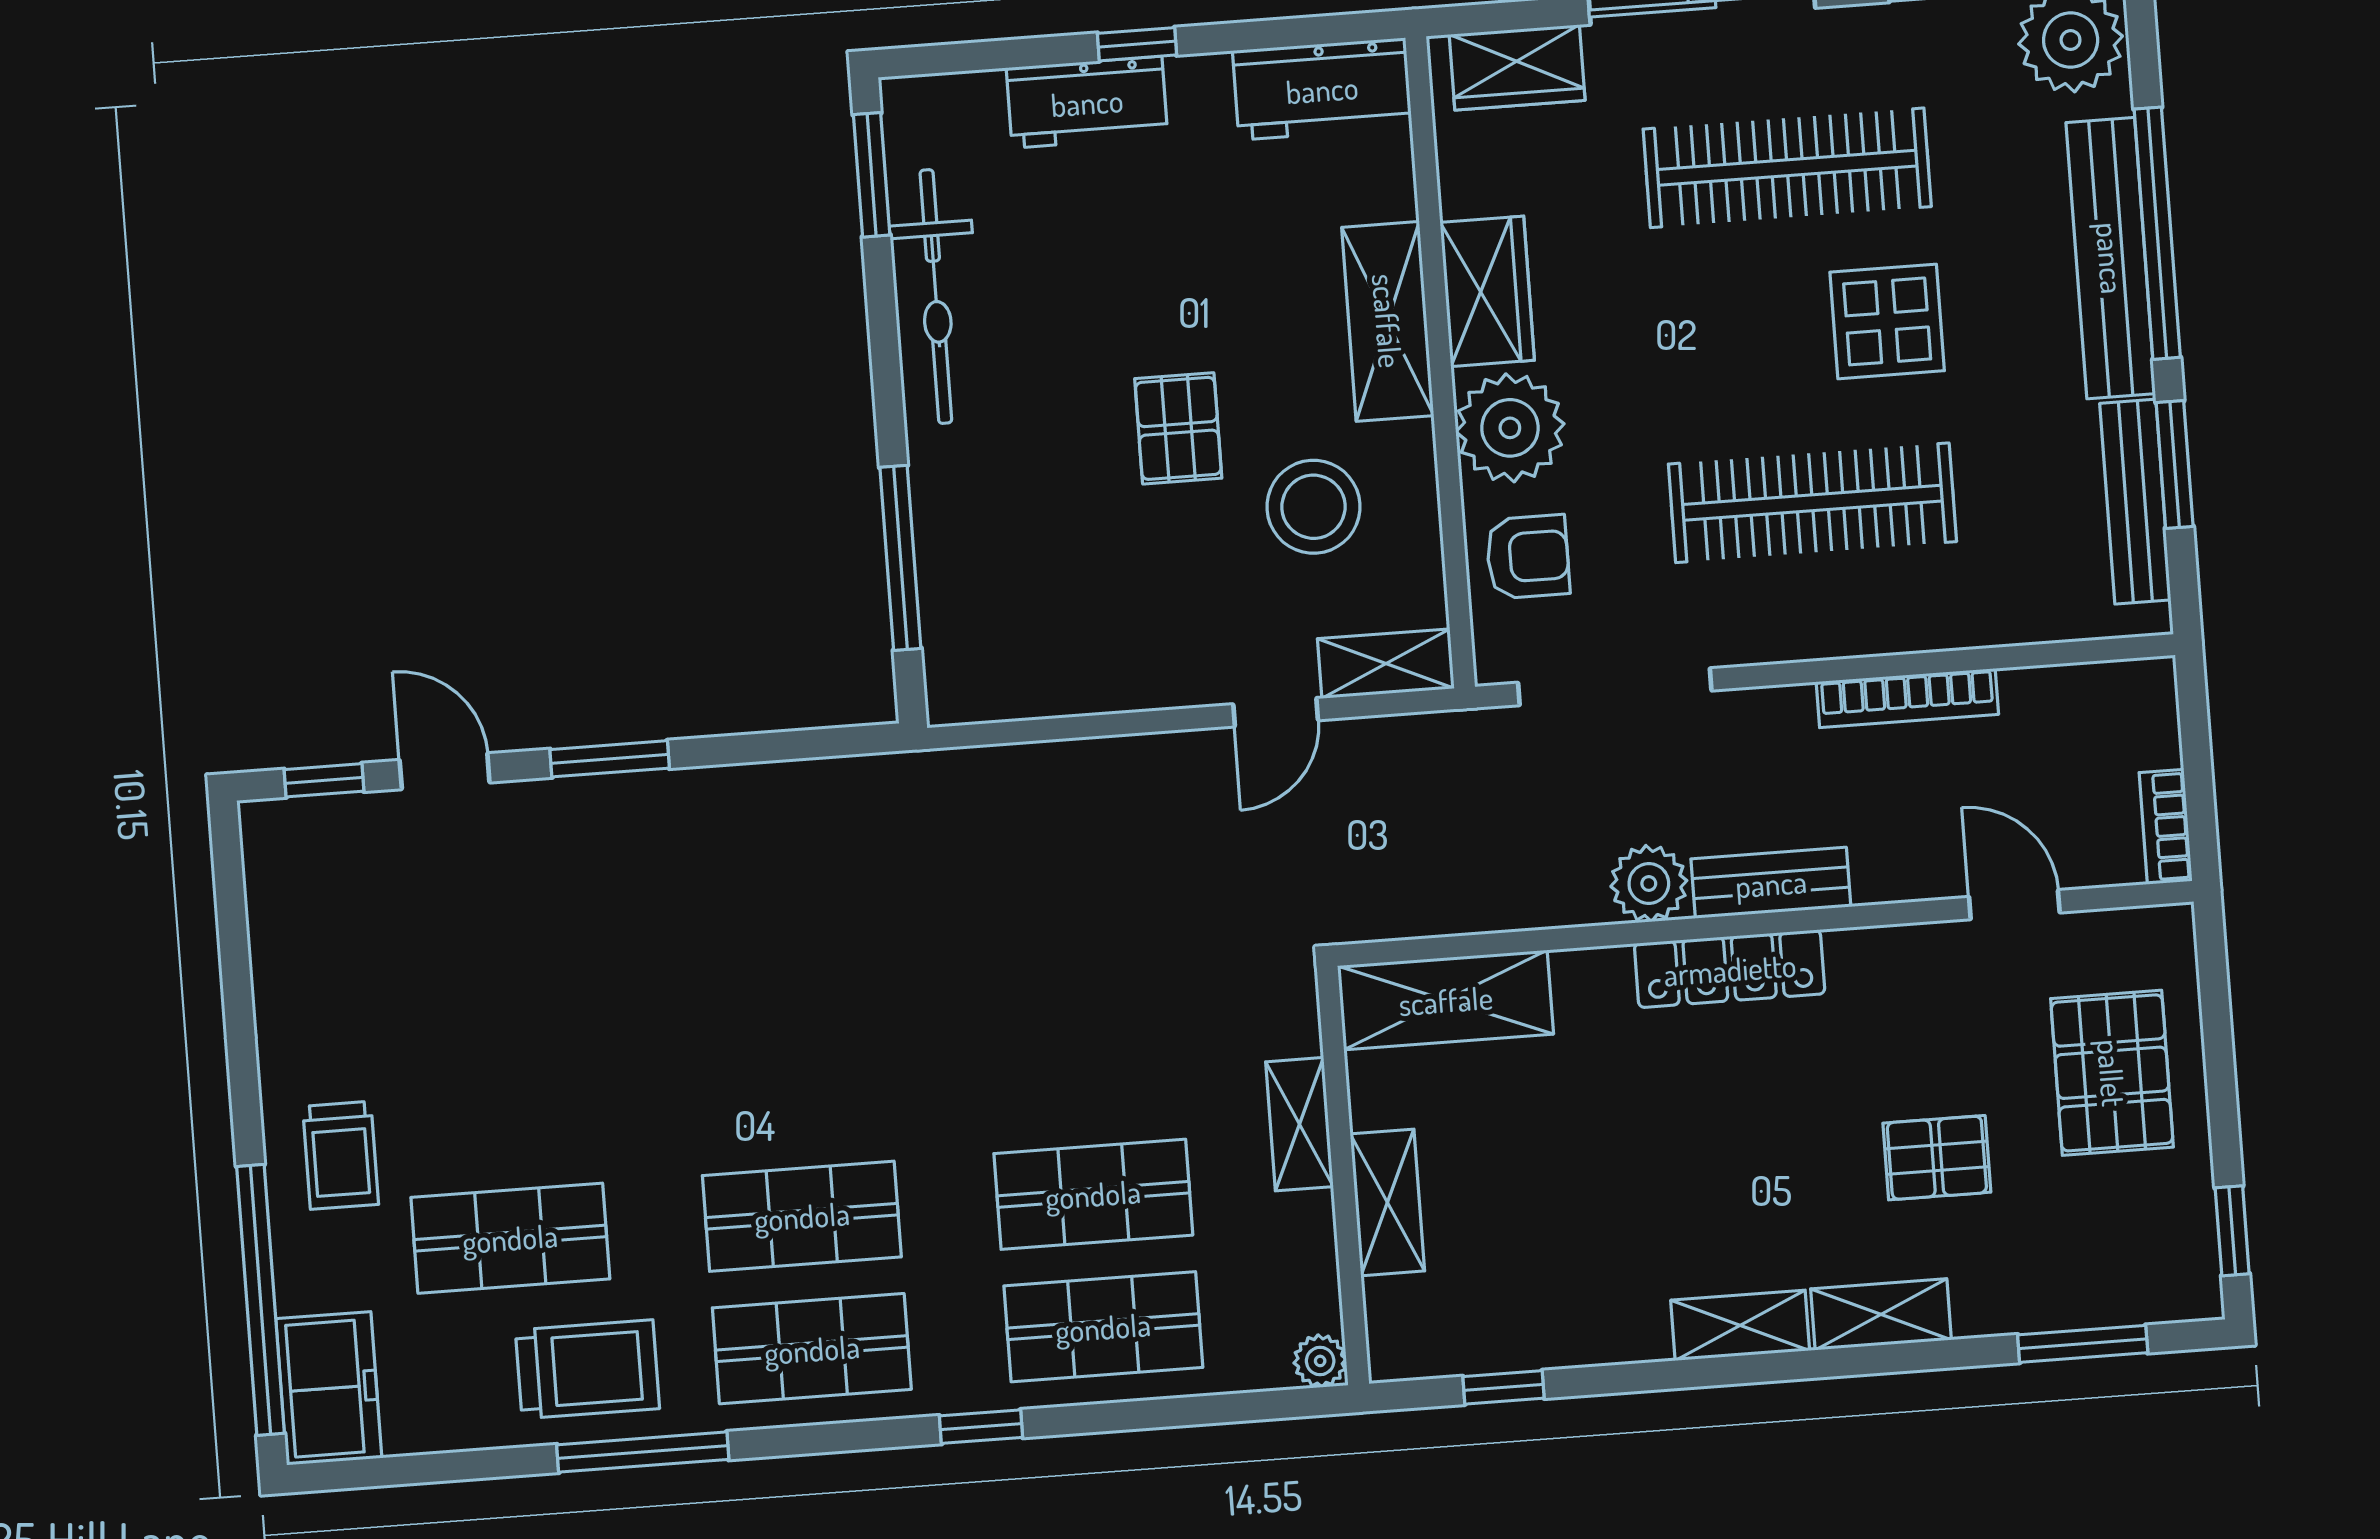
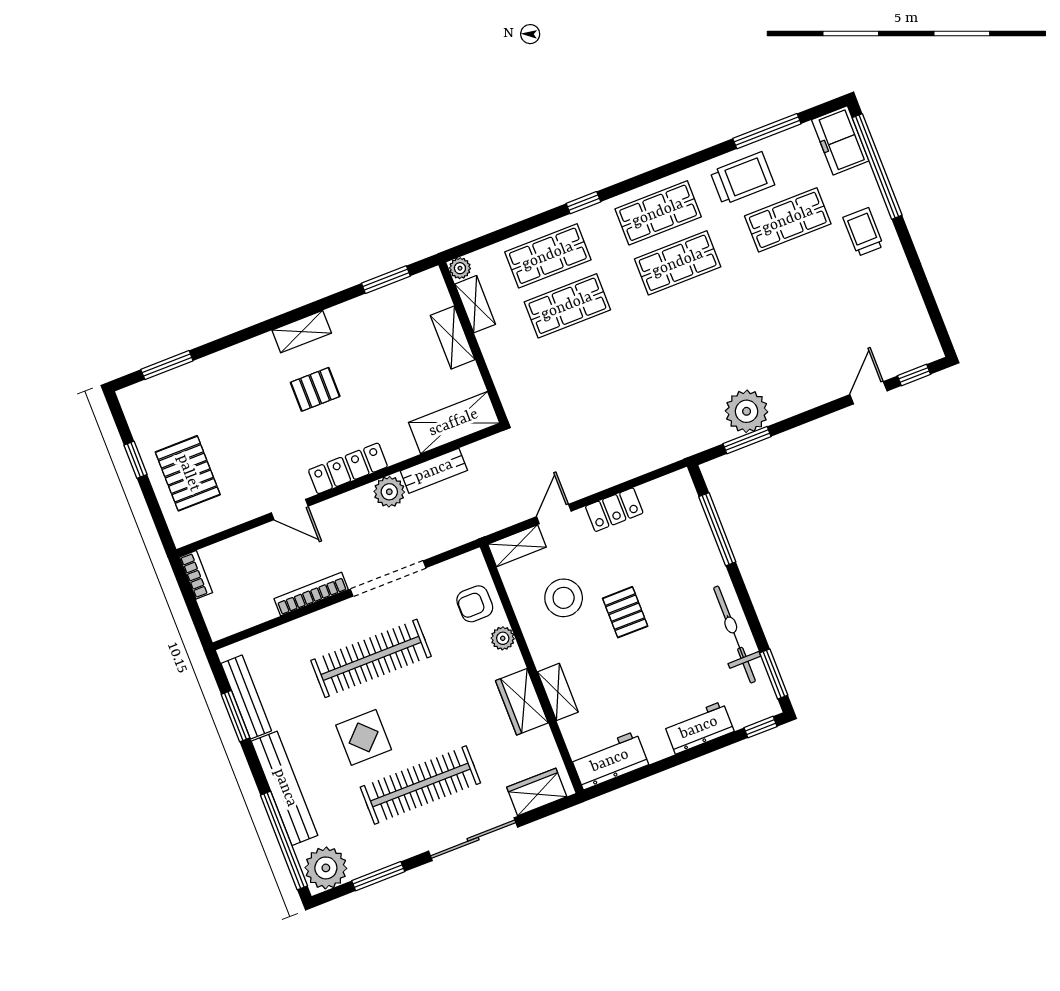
window: (1137, 44) -> (761, 727), moved
window: (2157, 233) -> (284, 840), moved
shelving: (1388, 321) -> (558, 692), width x0.67, depth x0.75
plant: (1510, 428) -> (503, 638), width x0.53, depth x0.53
locker: (1130, 679) -> (614, 510), added
doorway: (1615, 687) -> (388, 578), moved
window: (610, 759) -> (747, 440), moved
door: (445, 771) -> (868, 393), swing flipped
plant: (746, 815) -> (747, 411), added
bench: (1771, 883) -> (434, 471), moved
door: (2014, 905) -> (290, 510), moved
shelving: (1300, 1124) -> (475, 304), moved
pallet: (1937, 1158) -> (315, 389), moved
window: (2232, 1231) -> (136, 460), moved
shelving: (1881, 1314) -> (248, 353), removed
trolley: (587, 1369) -> (742, 178), turned 180
window: (1504, 1387) -> (386, 280), width x1.50
window: (643, 1452) -> (767, 131), moved

